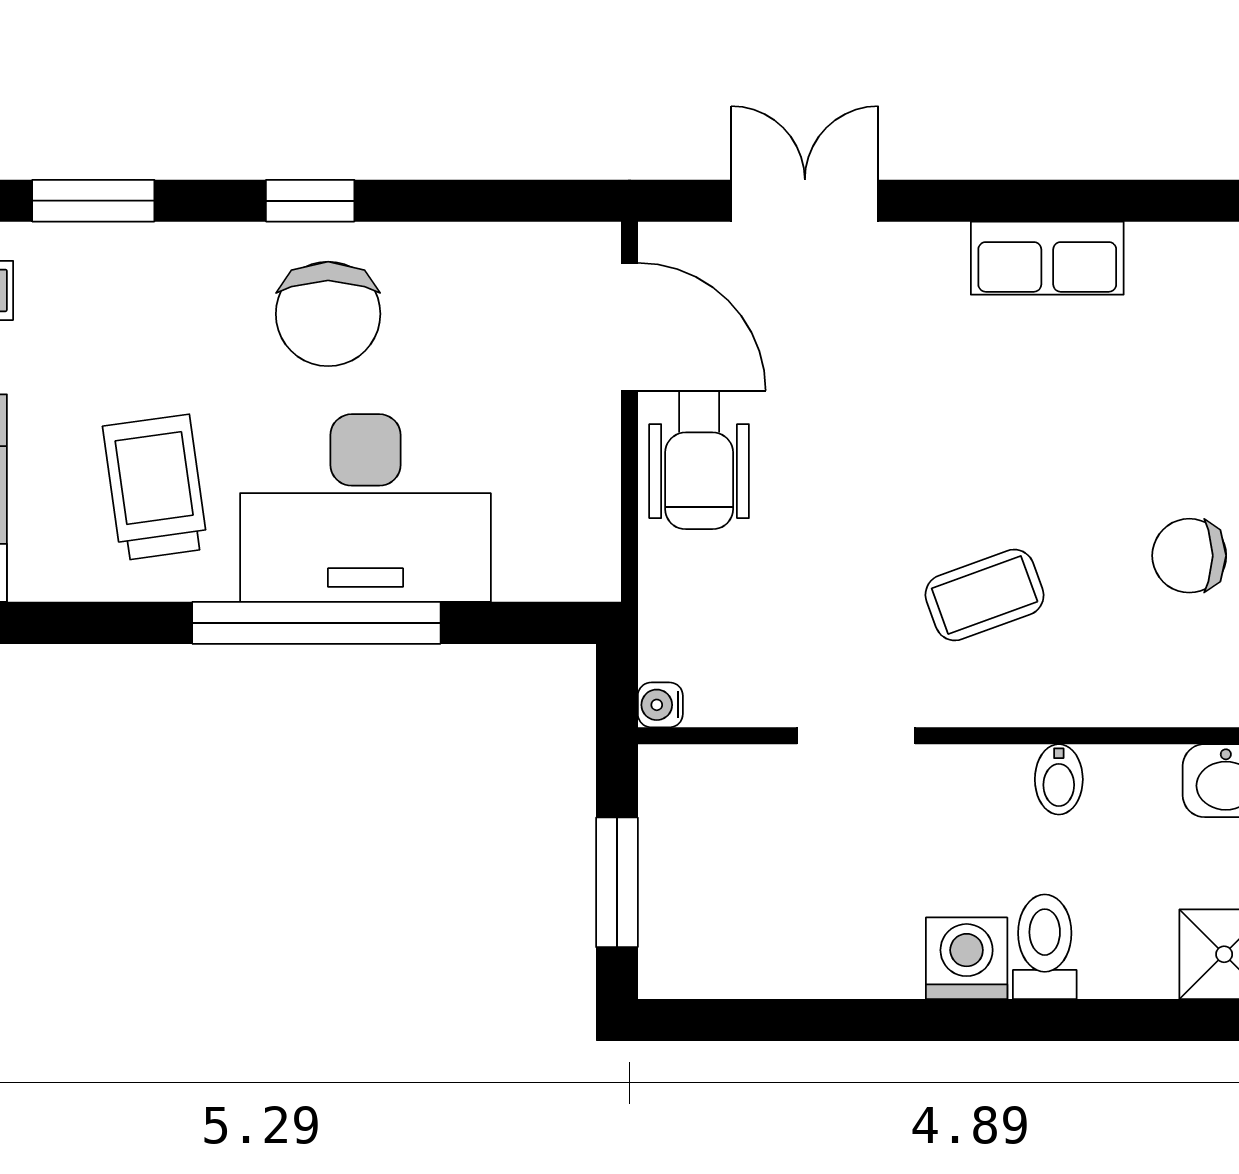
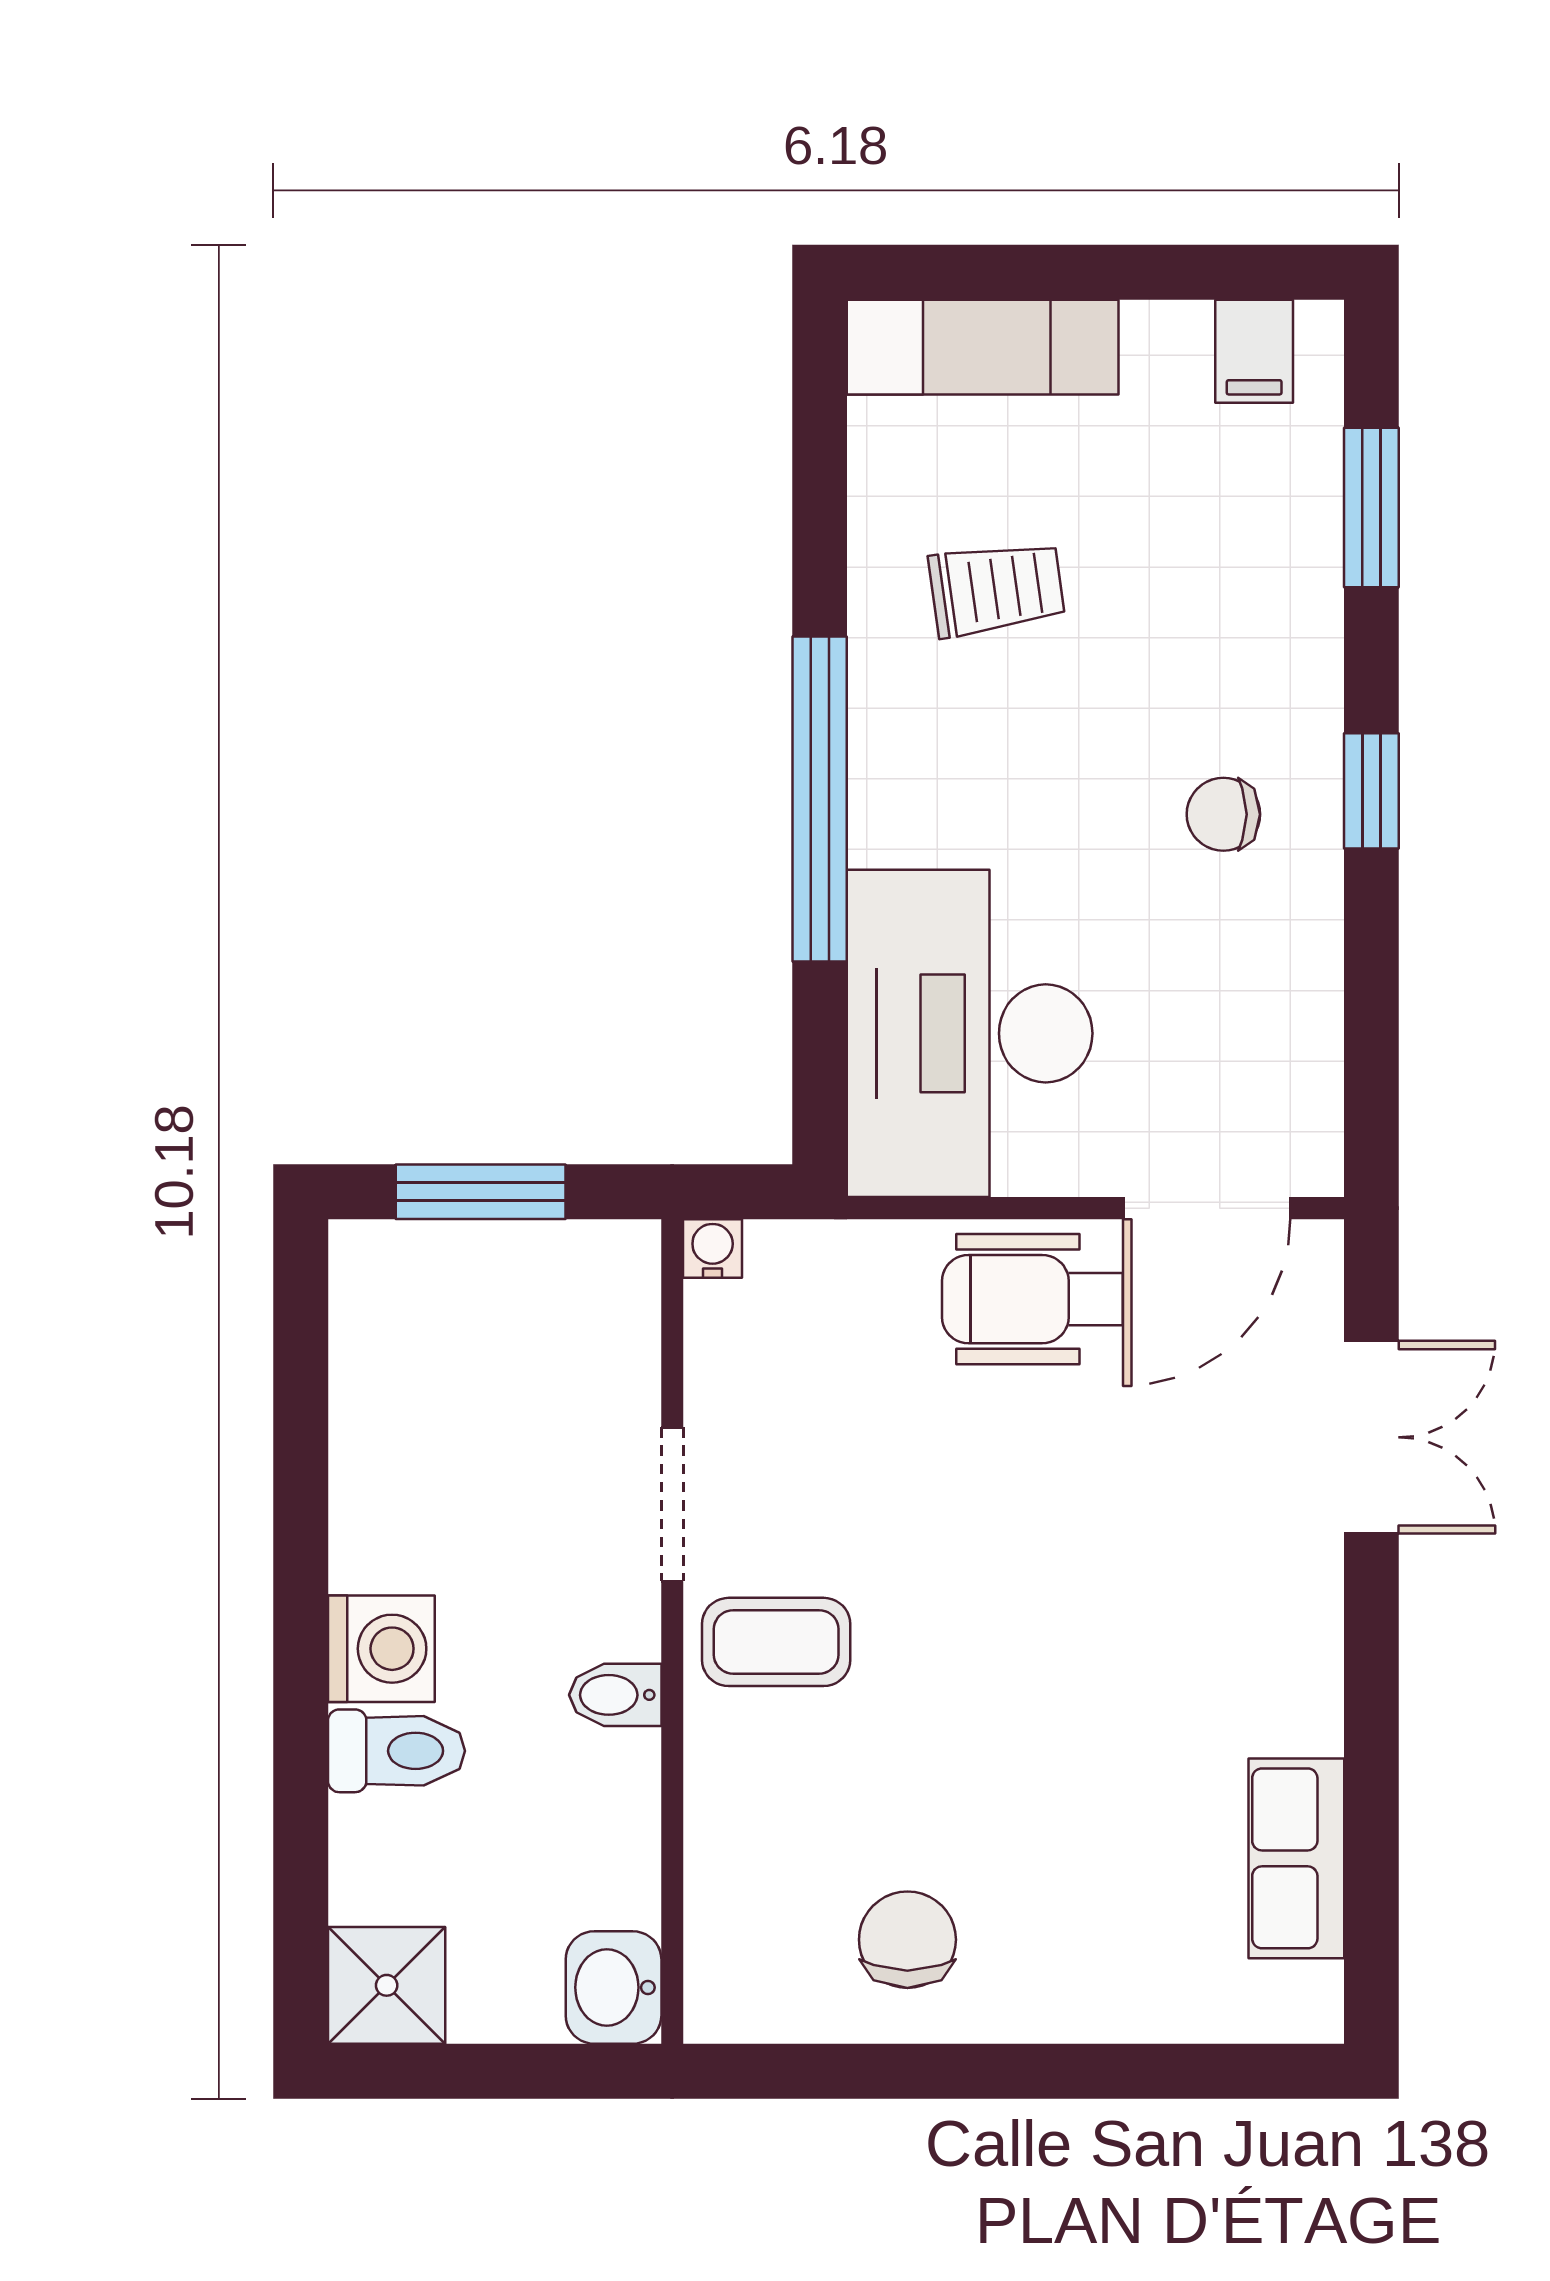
row of seats: (1047, 258) -> (1296, 1858), moved
chair: (328, 314) -> (1223, 814), width x0.54, depth x0.54
trolley: (155, 487) -> (997, 589), width x0.73, depth x0.72
desk: (365, 508) -> (970, 1033), moved
coffee table: (985, 595) -> (776, 1642), moved, turned -70
bidet: (1059, 779) -> (615, 1695), moved

